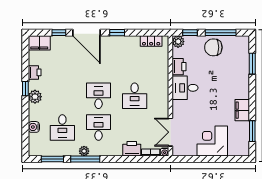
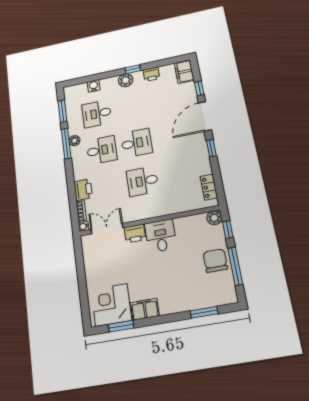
printer: (179, 67) -> (135, 234), moved
corner desk: (212, 141) -> (111, 305), moved, turned -90

